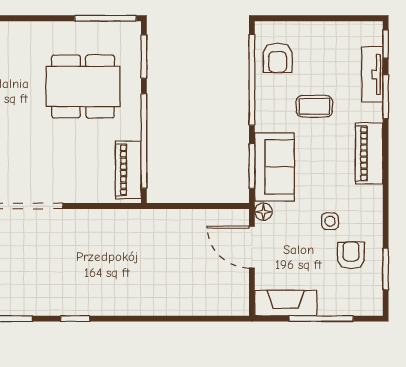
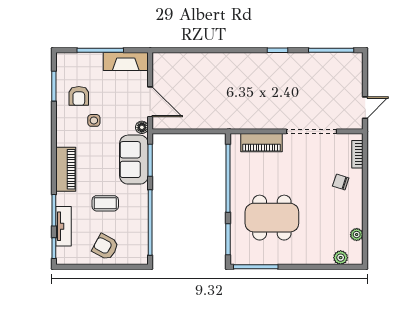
armchair: (278, 58) -> (105, 247), moved, turned -62
piano: (128, 170) -> (261, 143), moved, turned 90

